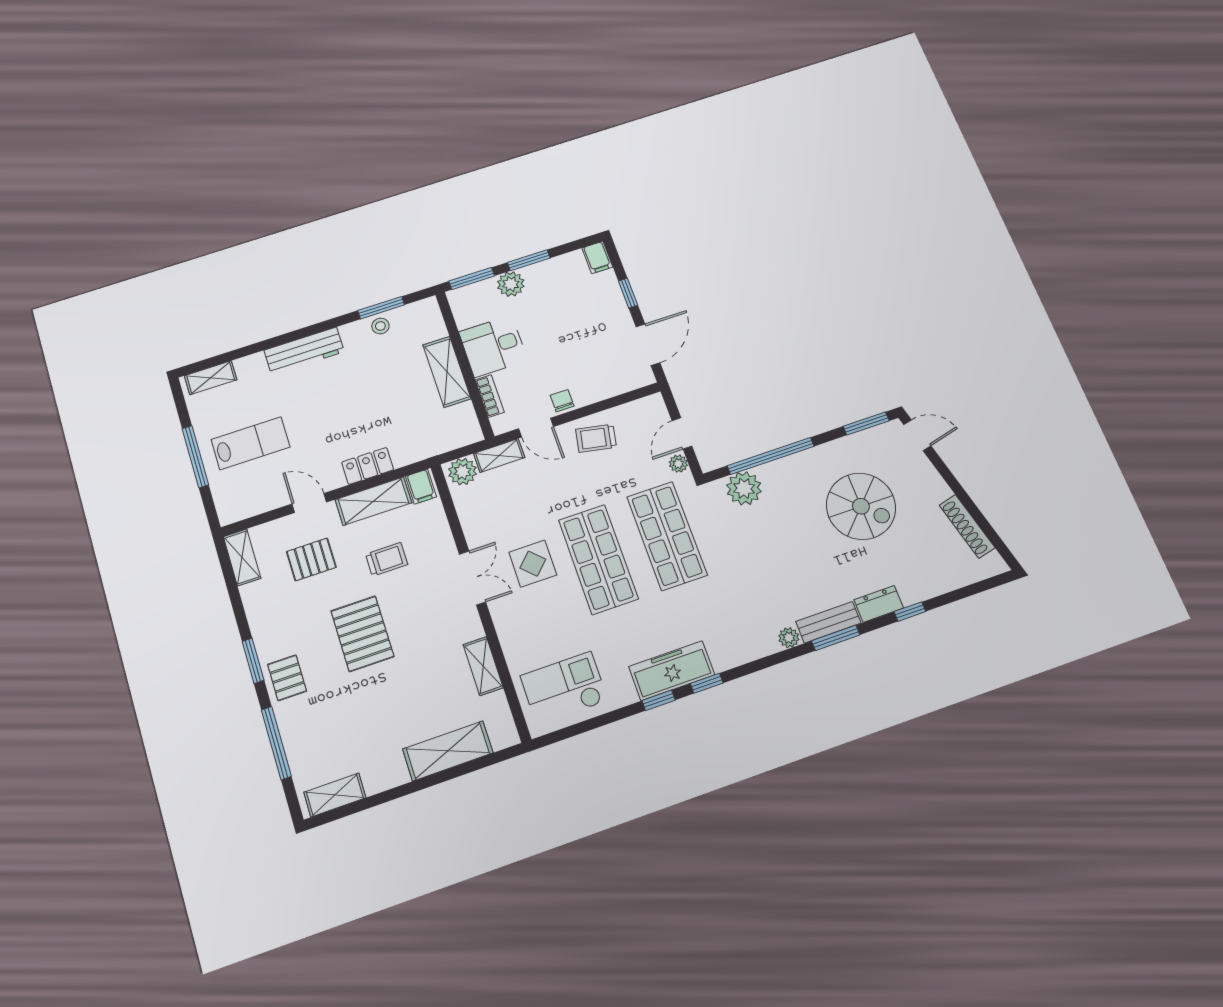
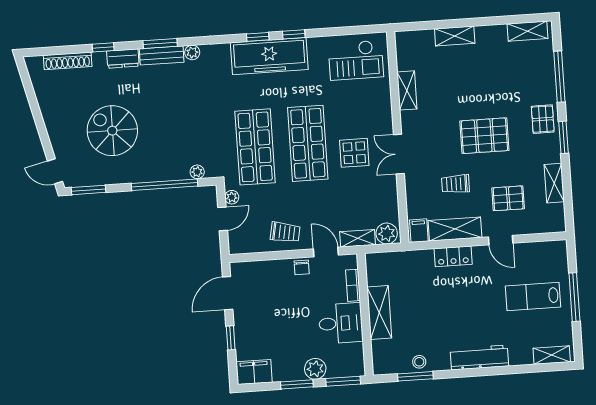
filing cabinet: (597, 257) -> (254, 372), width x2.00
plant: (744, 488) -> (197, 172), width x0.53, depth x0.53
shoe rack: (967, 526) -> (68, 61), moved, turned 104
shelving: (242, 557) -> (554, 183), moved
pallet: (362, 634) -> (484, 136), turned 90
freezer: (672, 671) -> (269, 56), width x1.36, depth x1.26
shelving: (448, 751) -> (455, 36), width x0.67, depth x0.75

